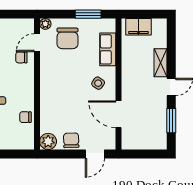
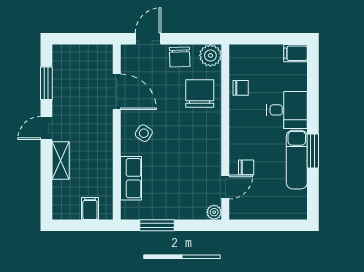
filing cabinet: (139, 27) -> (90, 208), width x0.50
chair: (67, 38) -> (200, 94), moved

